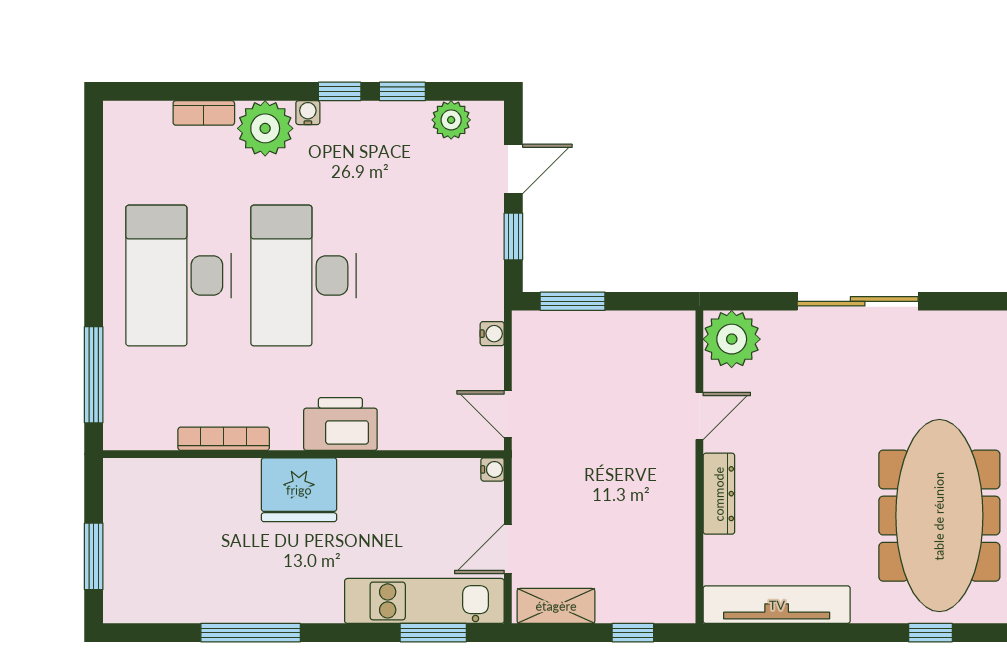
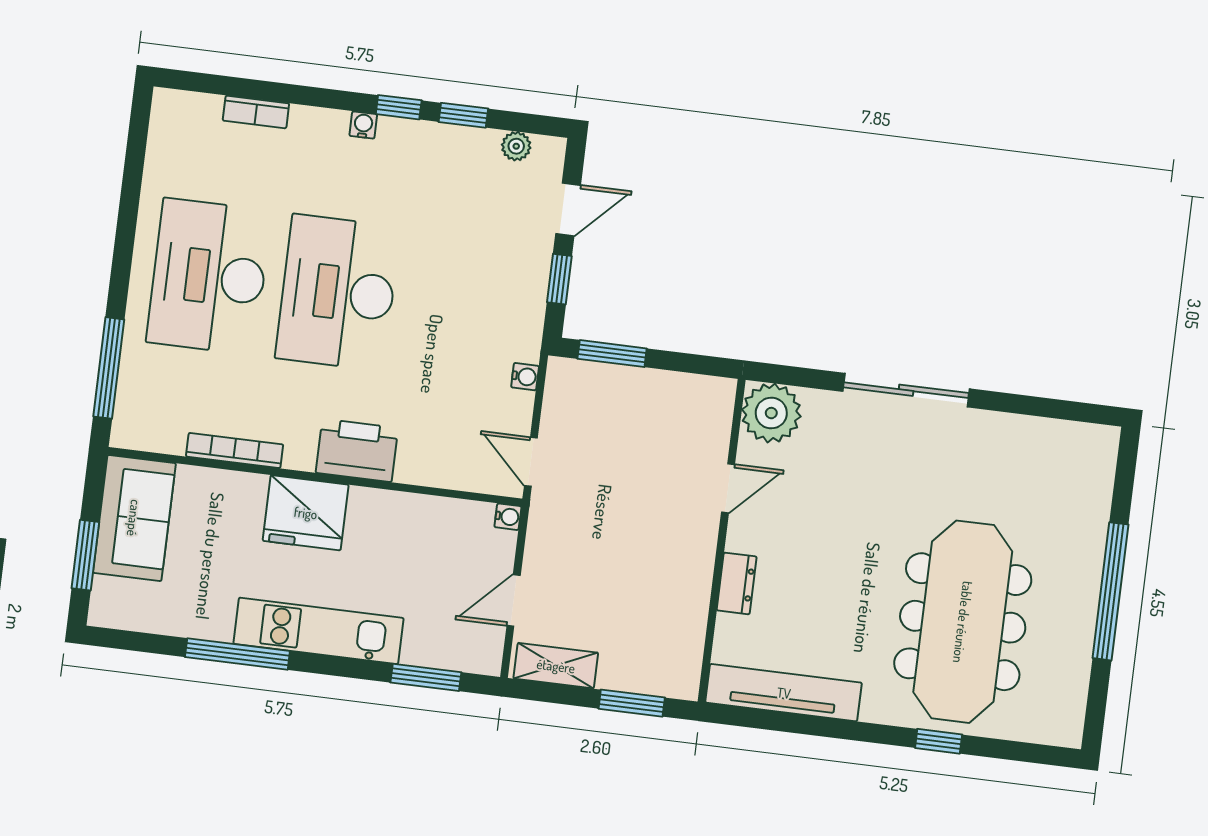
plant: (451, 120) -> (516, 146), width x0.73, depth x0.73
plant: (265, 128) -> (317, 136), removed
dresser: (719, 494) -> (737, 583), width x0.70
sofa: (136, 515) -> (134, 518), added
kitchen unit: (424, 601) -> (318, 631), moved
window: (633, 633) -> (632, 703), width x1.50

